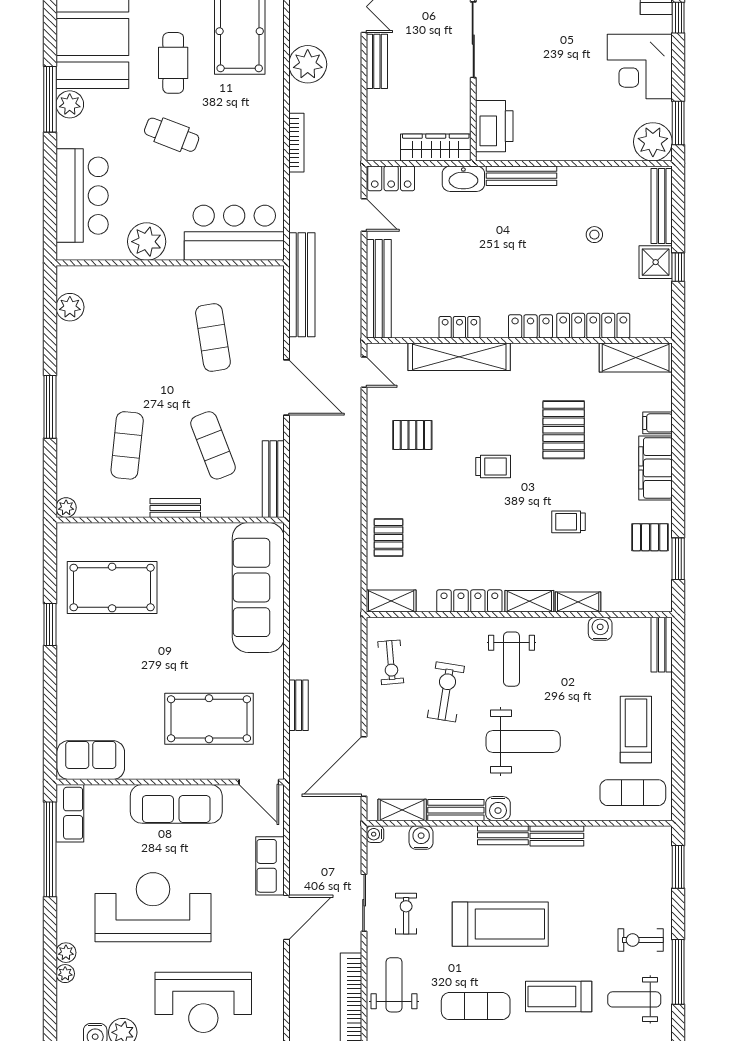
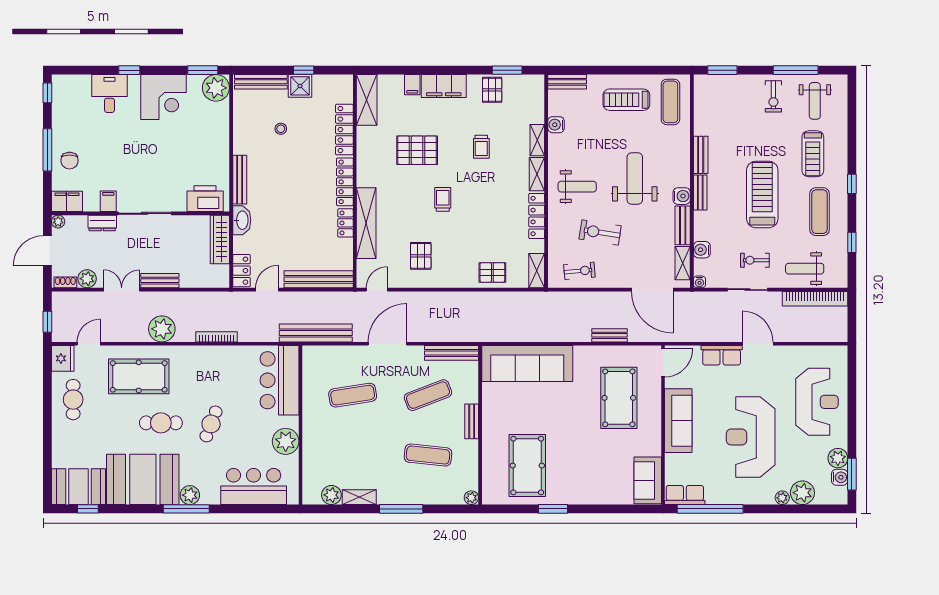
locker: (531, 326) -> (345, 182), width x1.53
shelving: (67, 347) -> (359, 497), added
plant: (65, 974) -> (802, 493), width x1.88, depth x1.88

